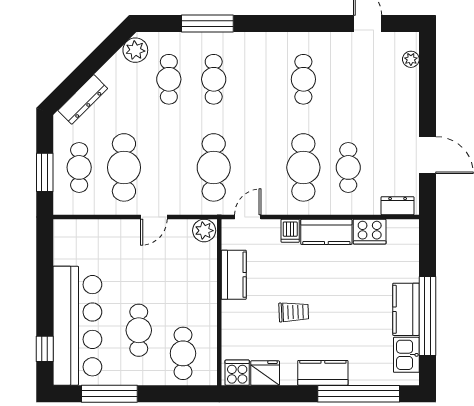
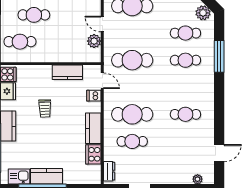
plant: (204, 231) -> (94, 41), moved
dishwasher: (290, 231) -> (94, 96), moved

